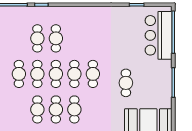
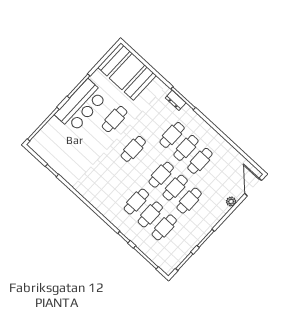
bar counter: (159, 35) -> (81, 106), moved
cafe table: (74, 74) -> (164, 227), moved

